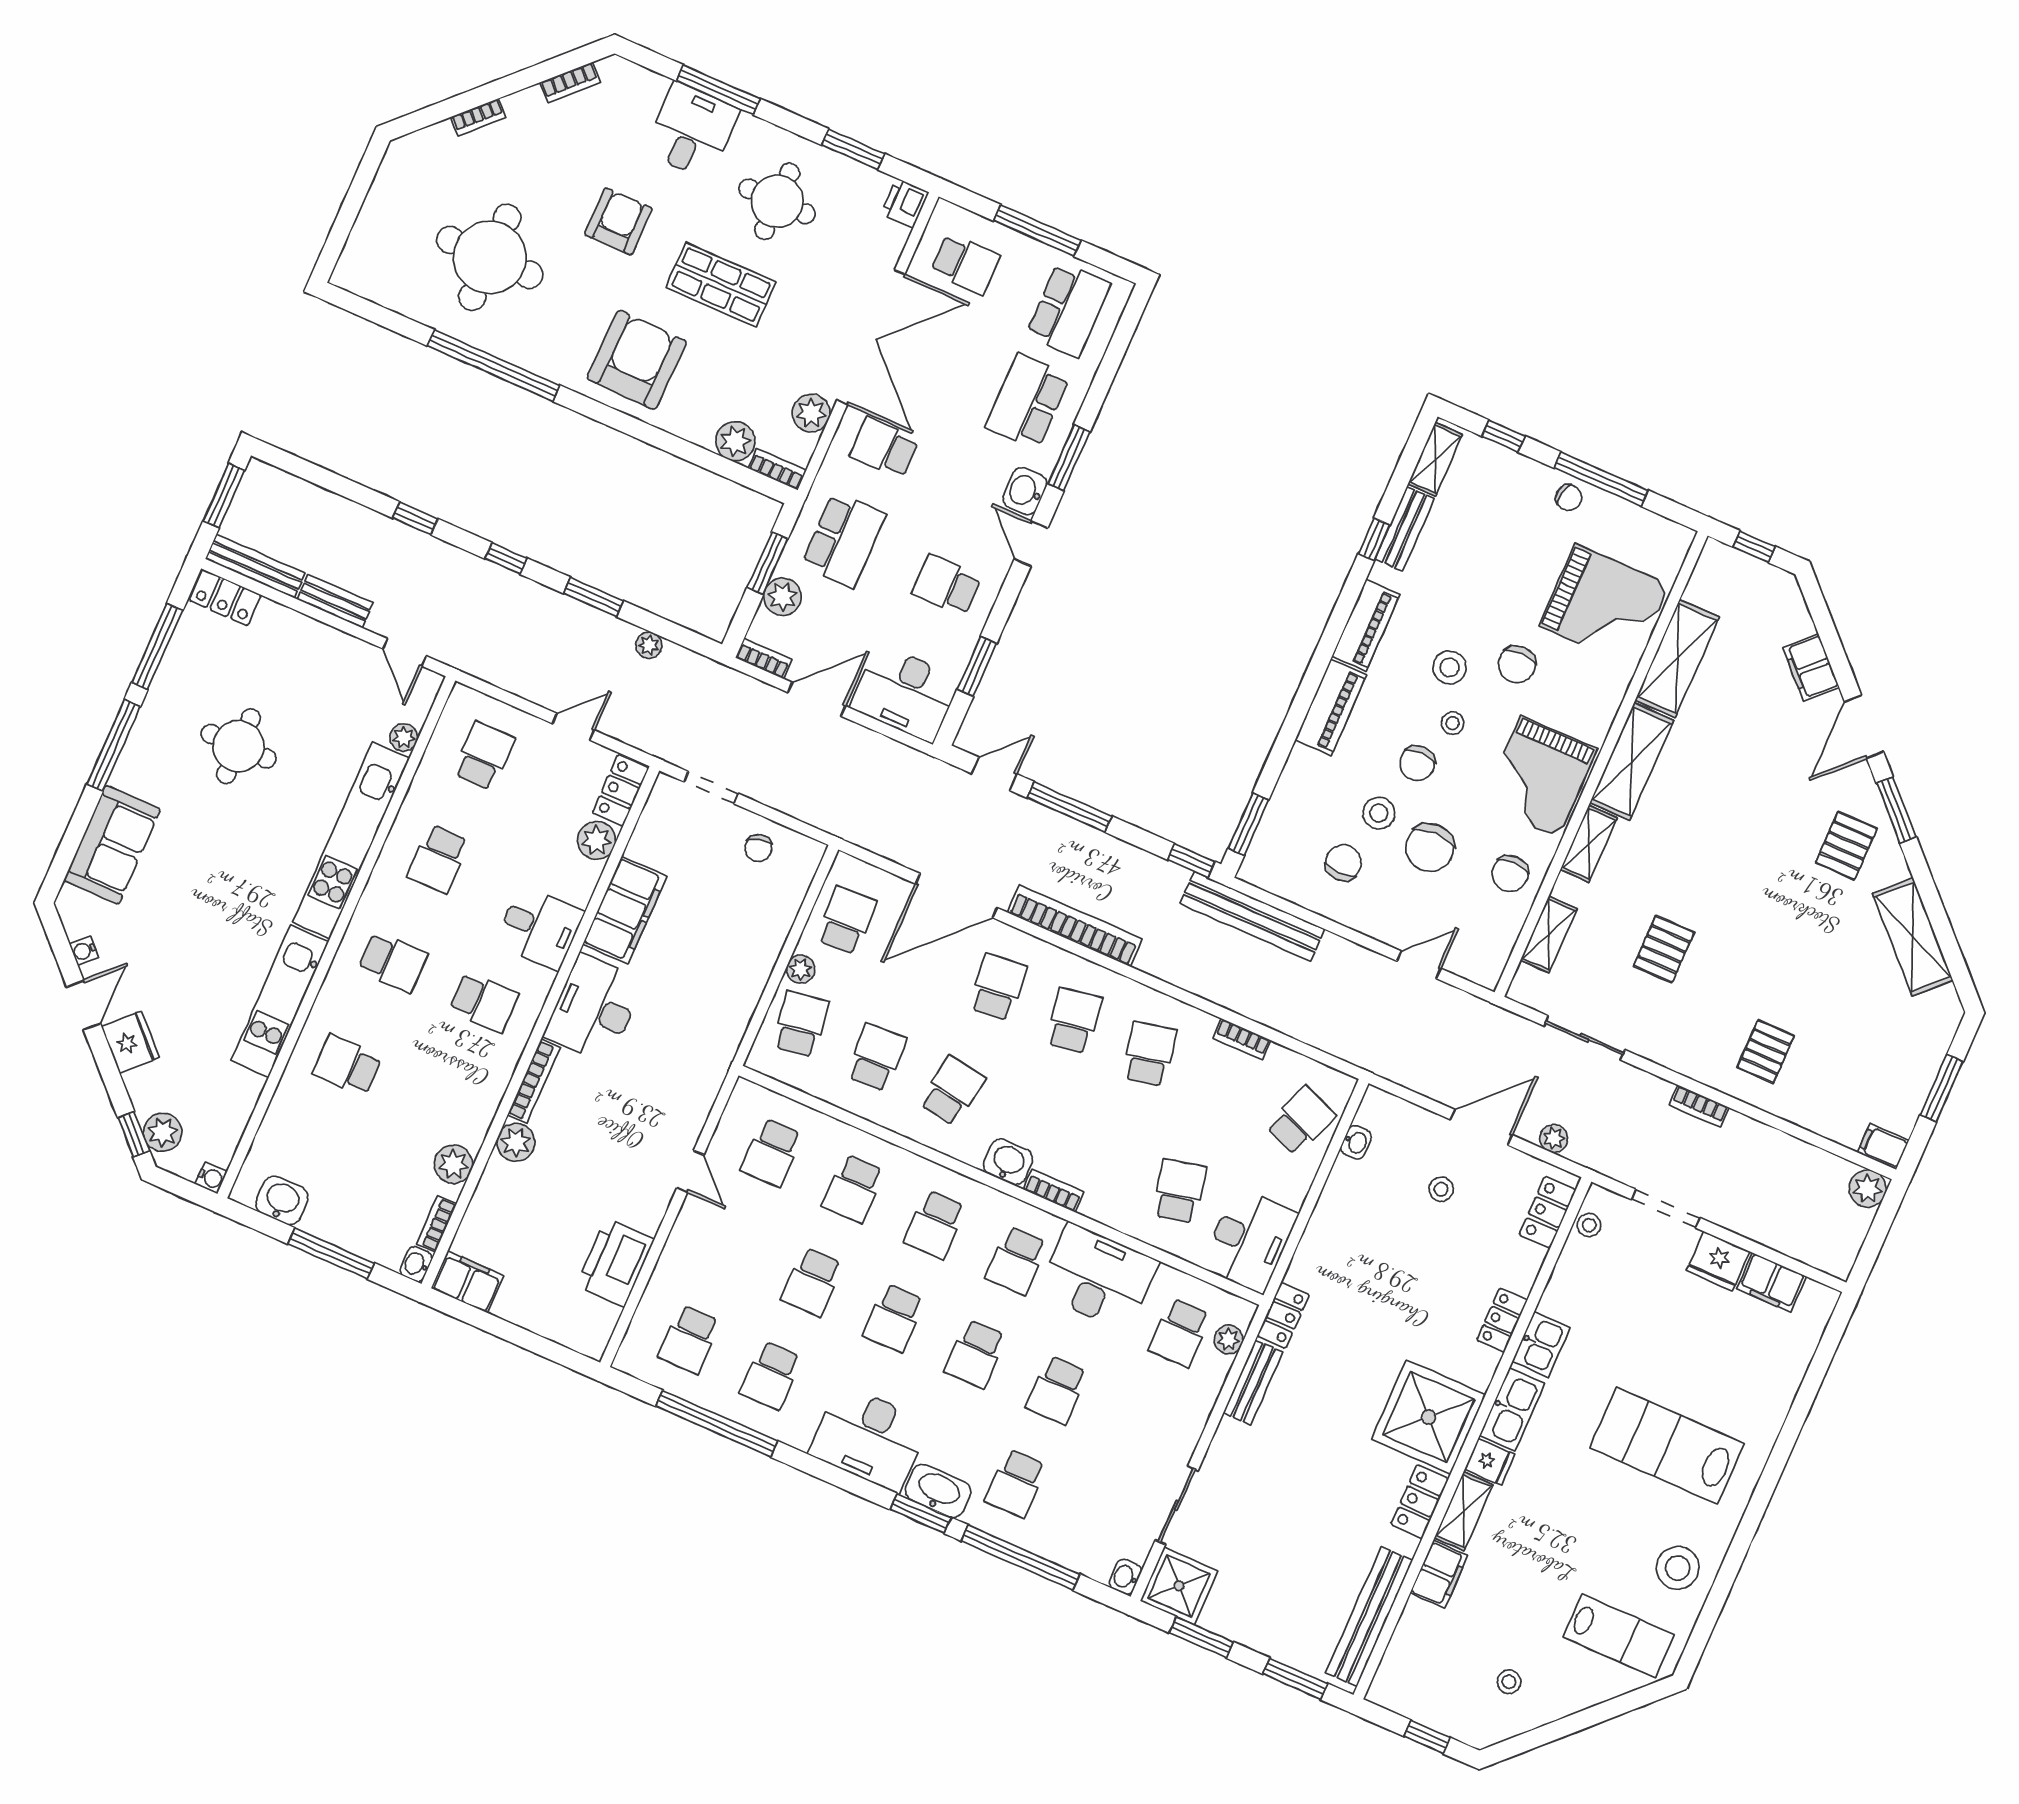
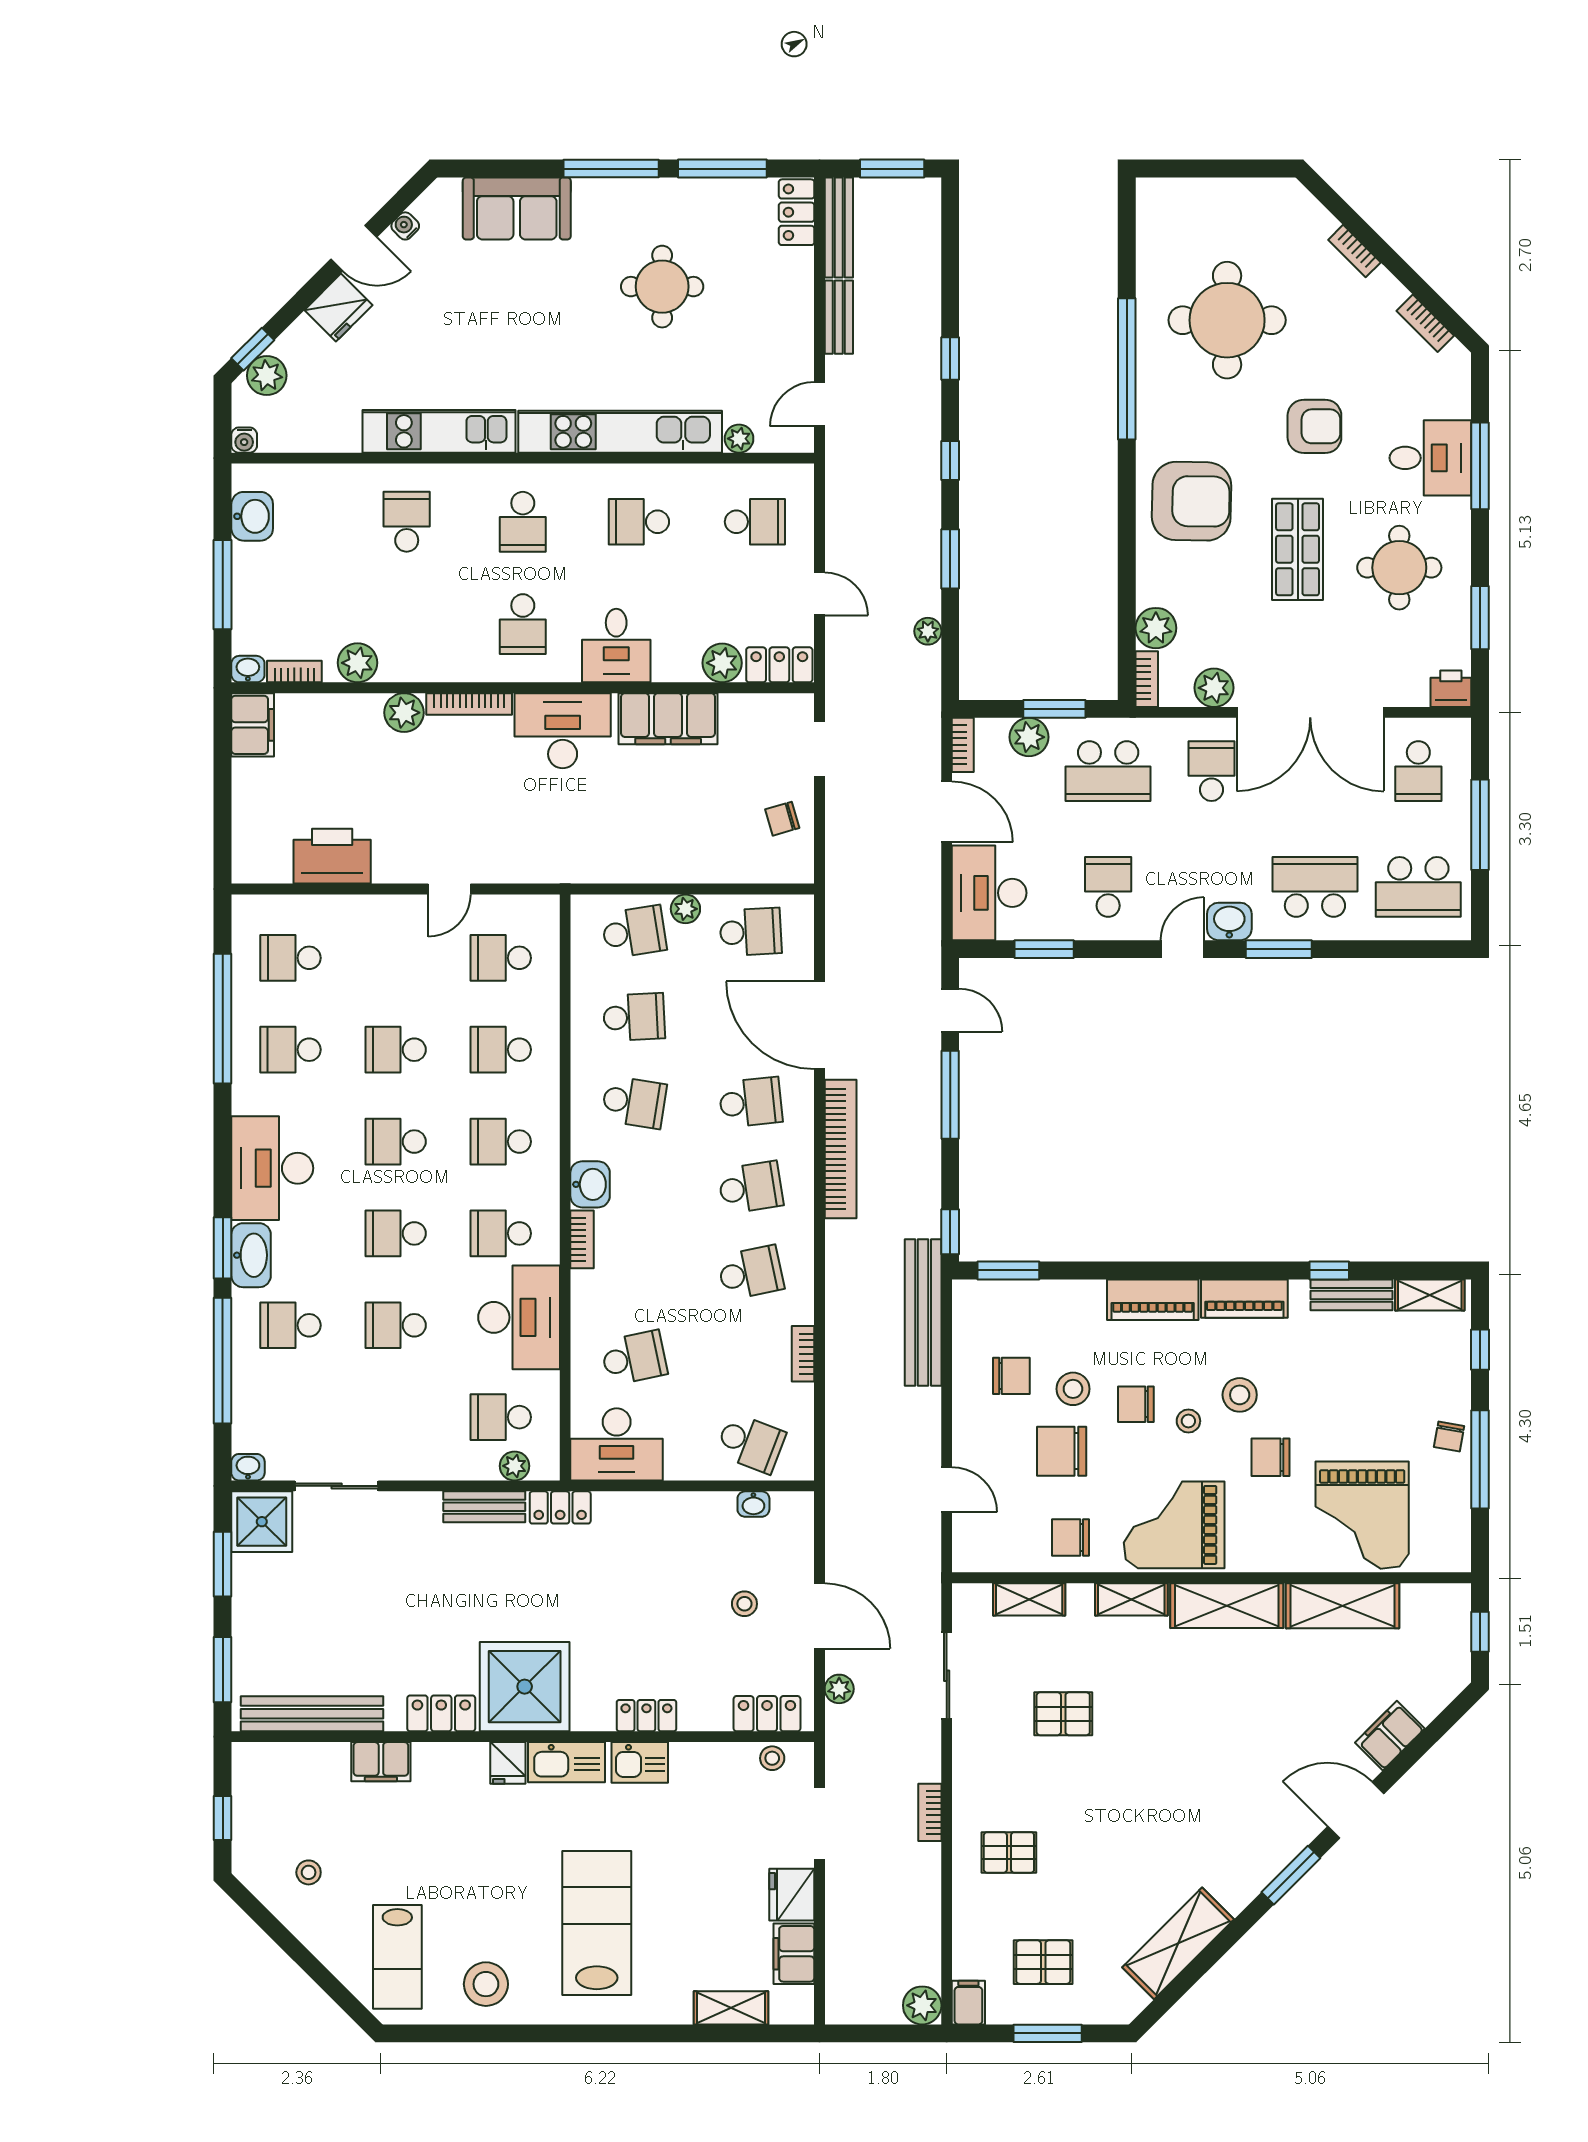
pallet: (1846, 846) -> (1043, 1962), moved
shelving: (1464, 1511) -> (731, 2008), moved

